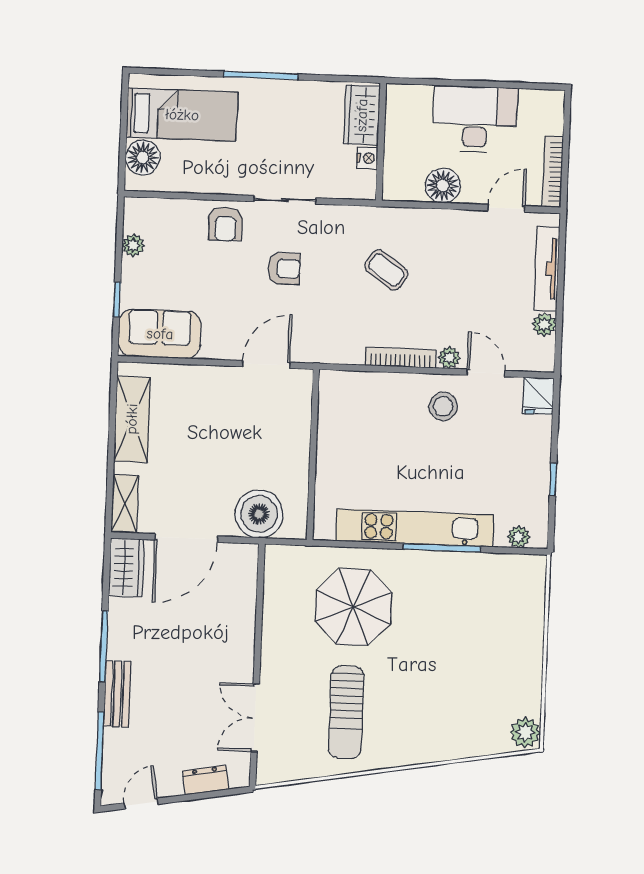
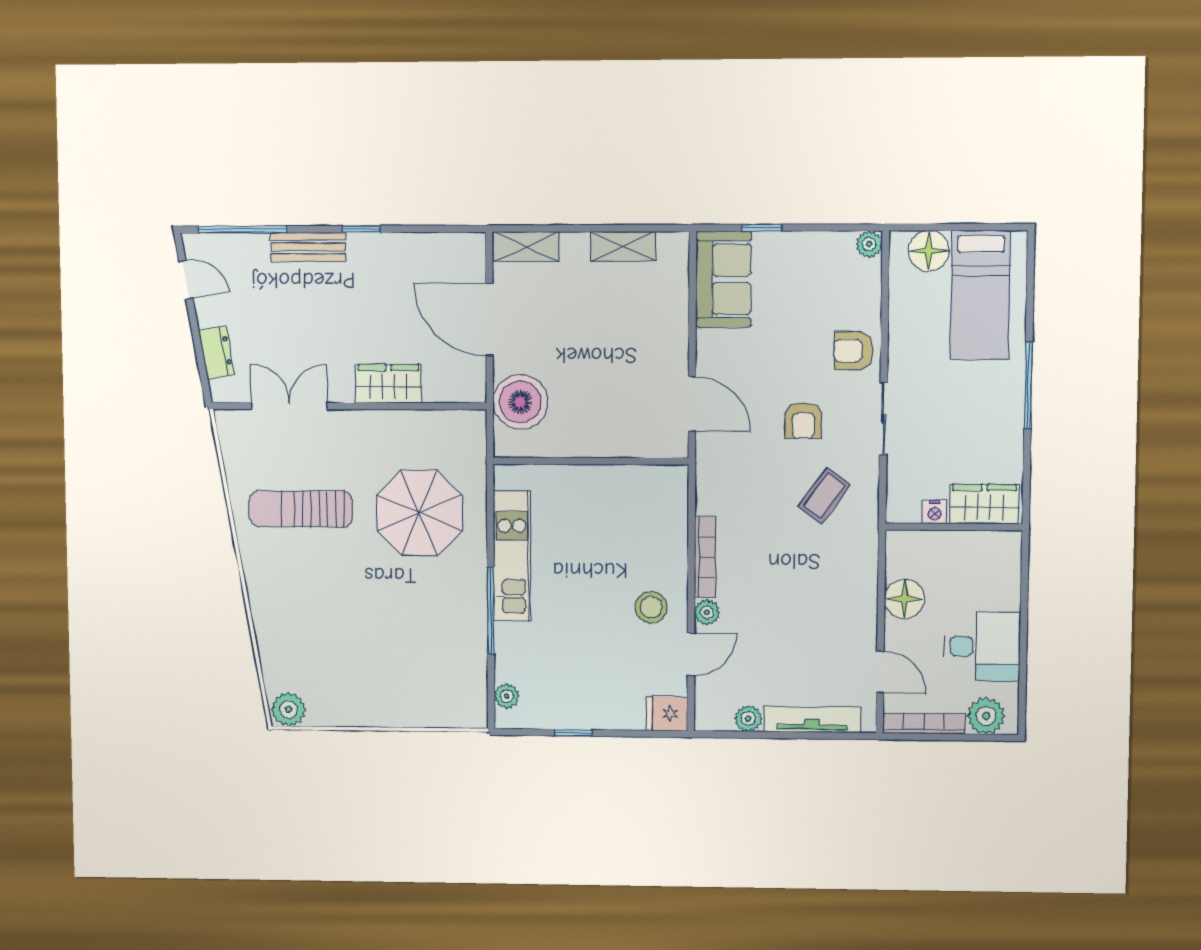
plant: (548, 117) -> (986, 716), added
desk: (475, 119) -> (982, 646), width x0.73
plant: (133, 245) -> (869, 244), moved
coffee table: (386, 270) -> (824, 496), moved
shelving: (132, 419) -> (623, 246), width x0.67, depth x0.75
kitchen unit: (415, 528) -> (512, 556), width x0.73
wardrobe: (126, 568) -> (389, 384), moved, turned 180
window: (104, 646) -> (361, 229), width x0.46

